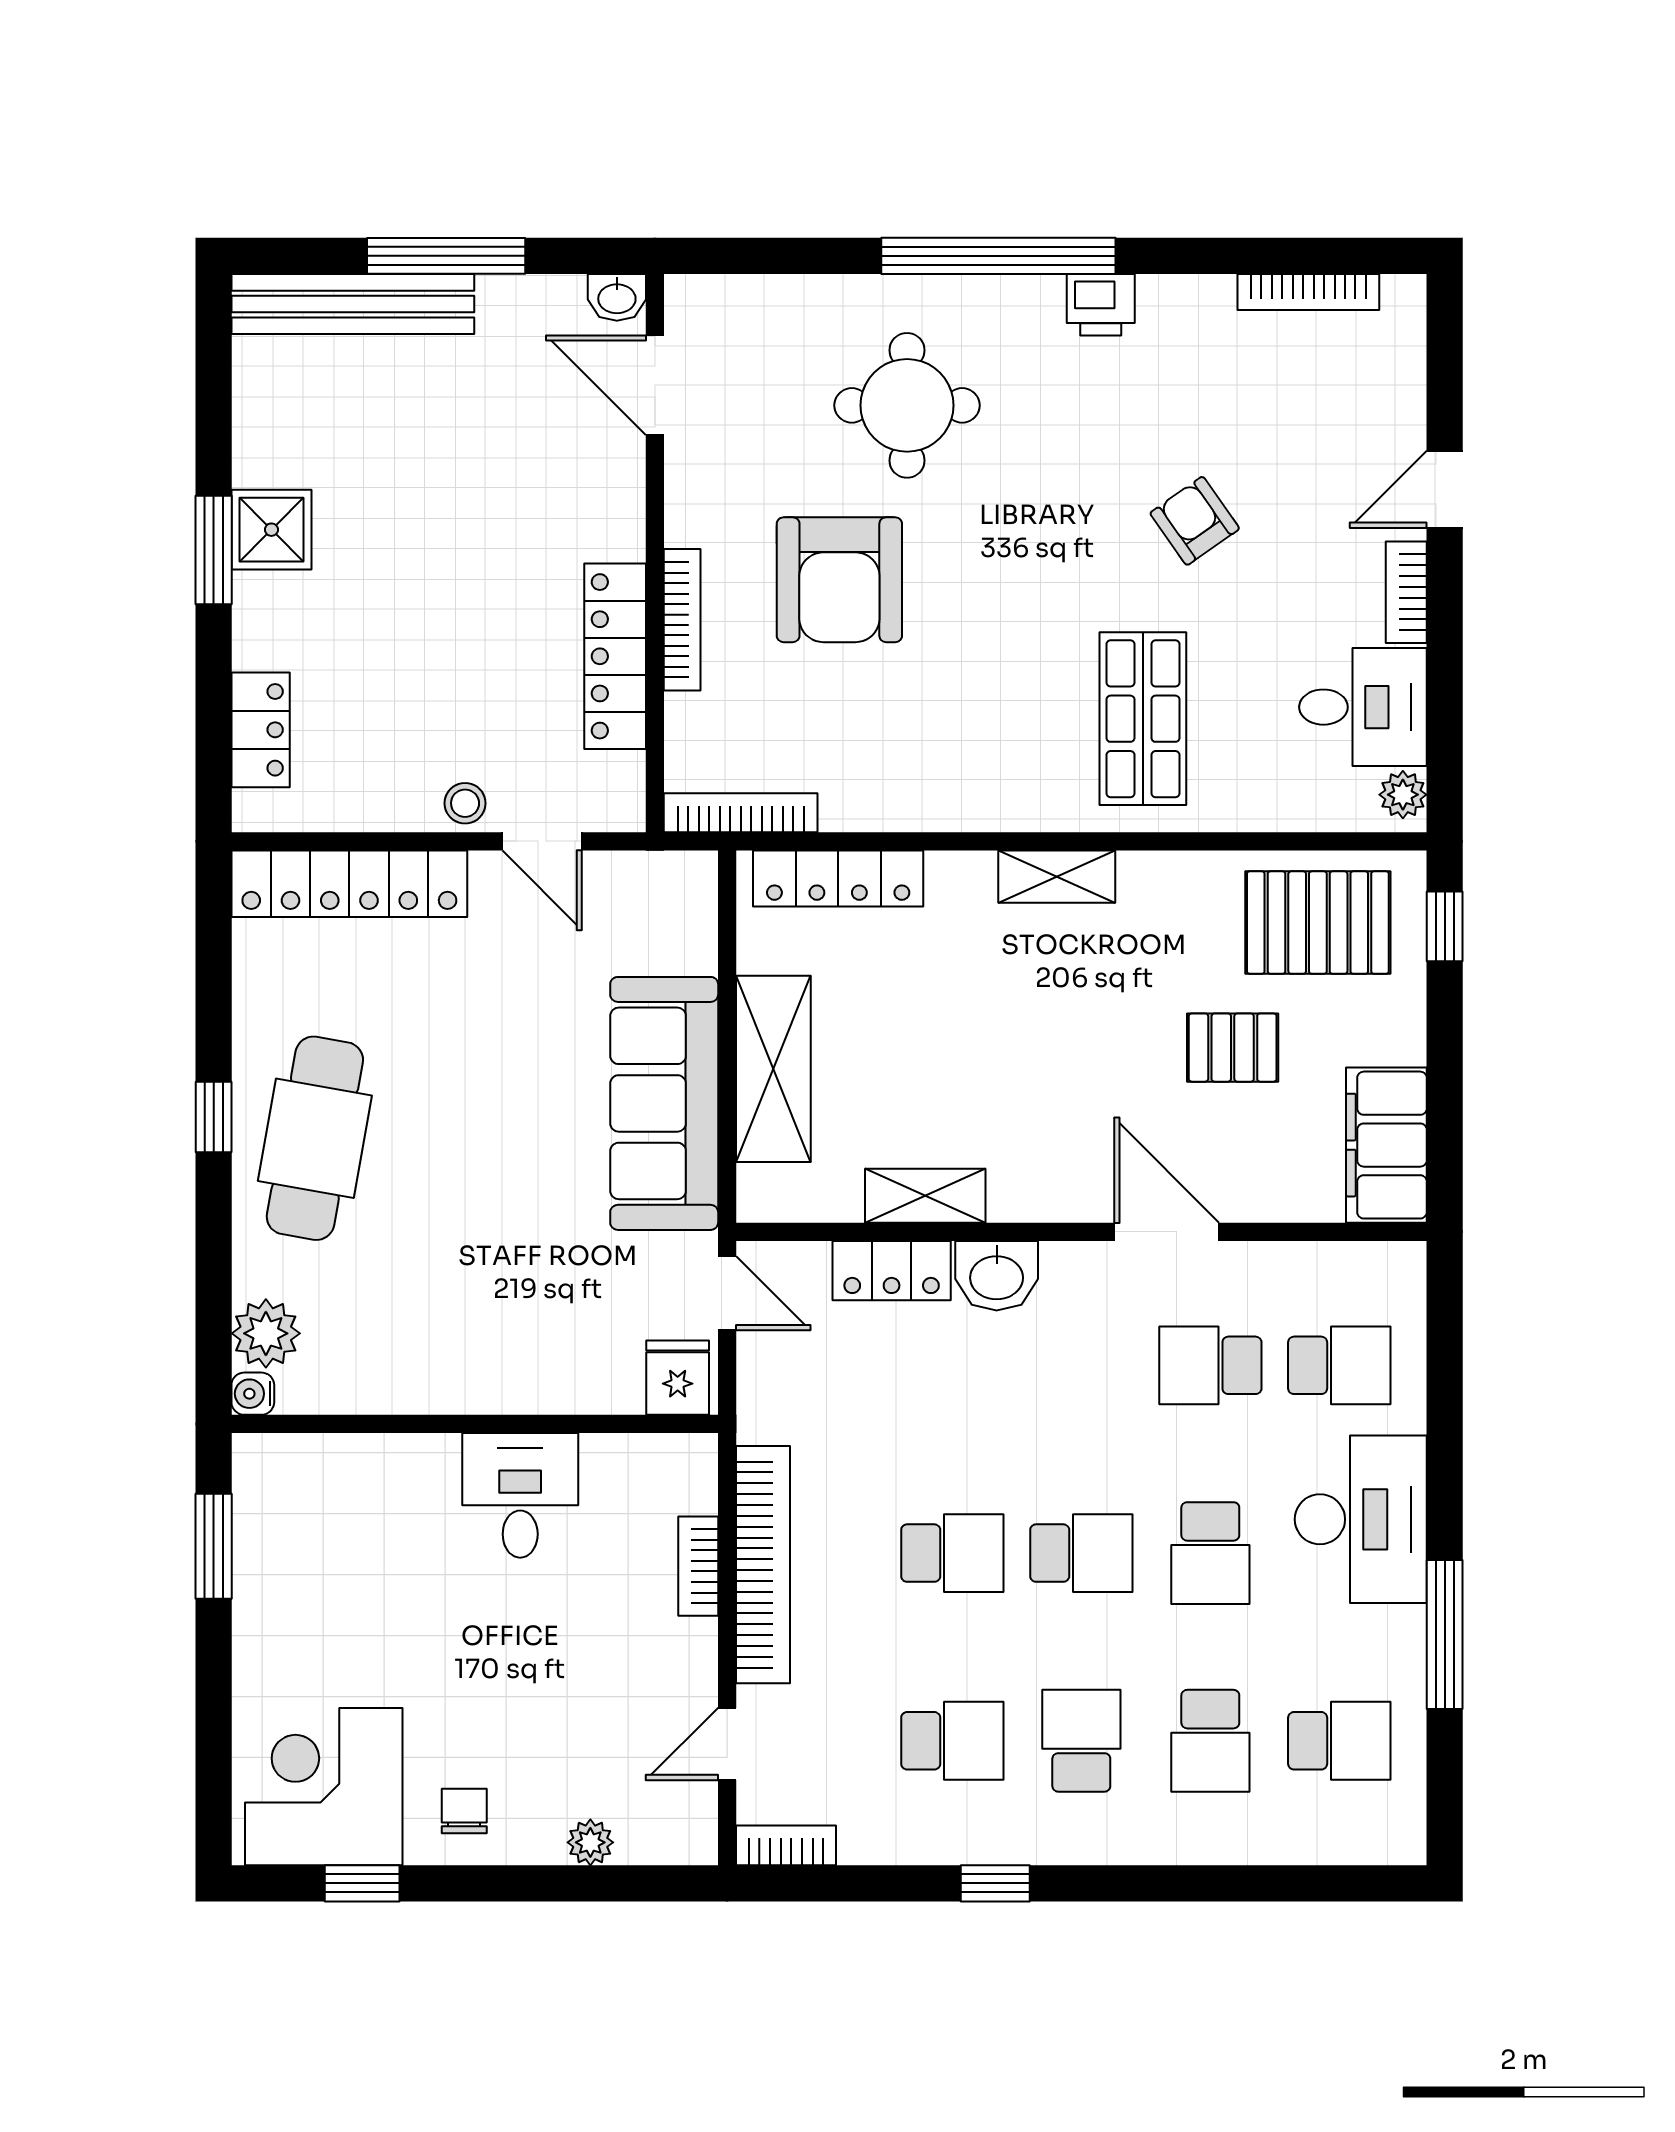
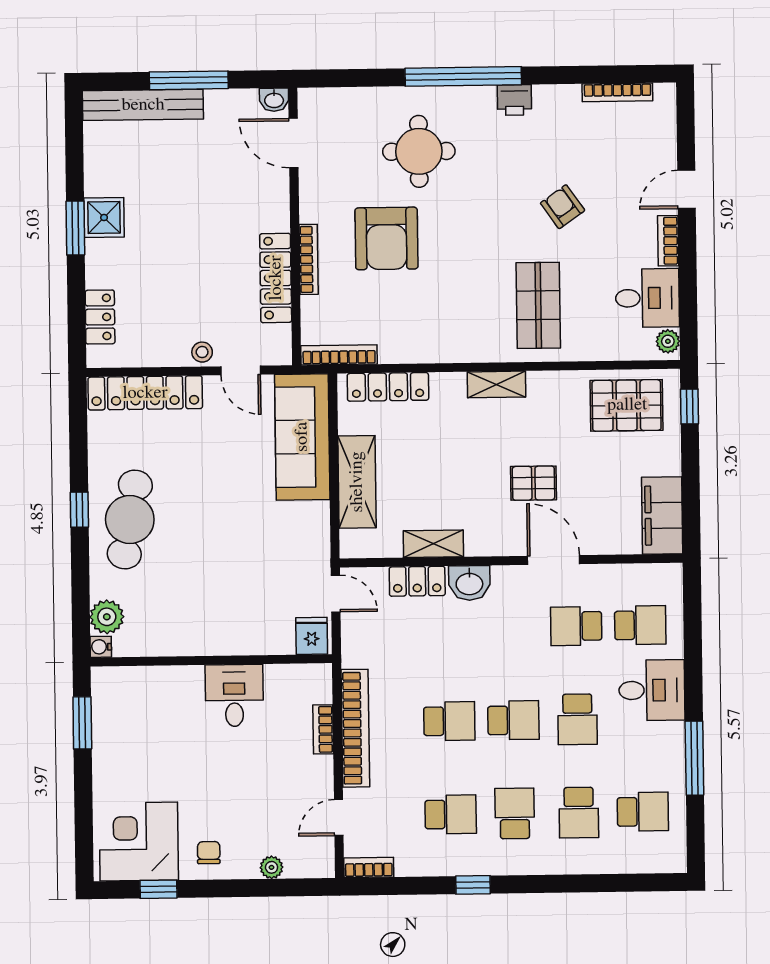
pallet: (1233, 1048) -> (533, 483), moved
sofa: (664, 1103) -> (302, 437), moved
desk: (1361, 1519) -> (652, 690), width x0.73

